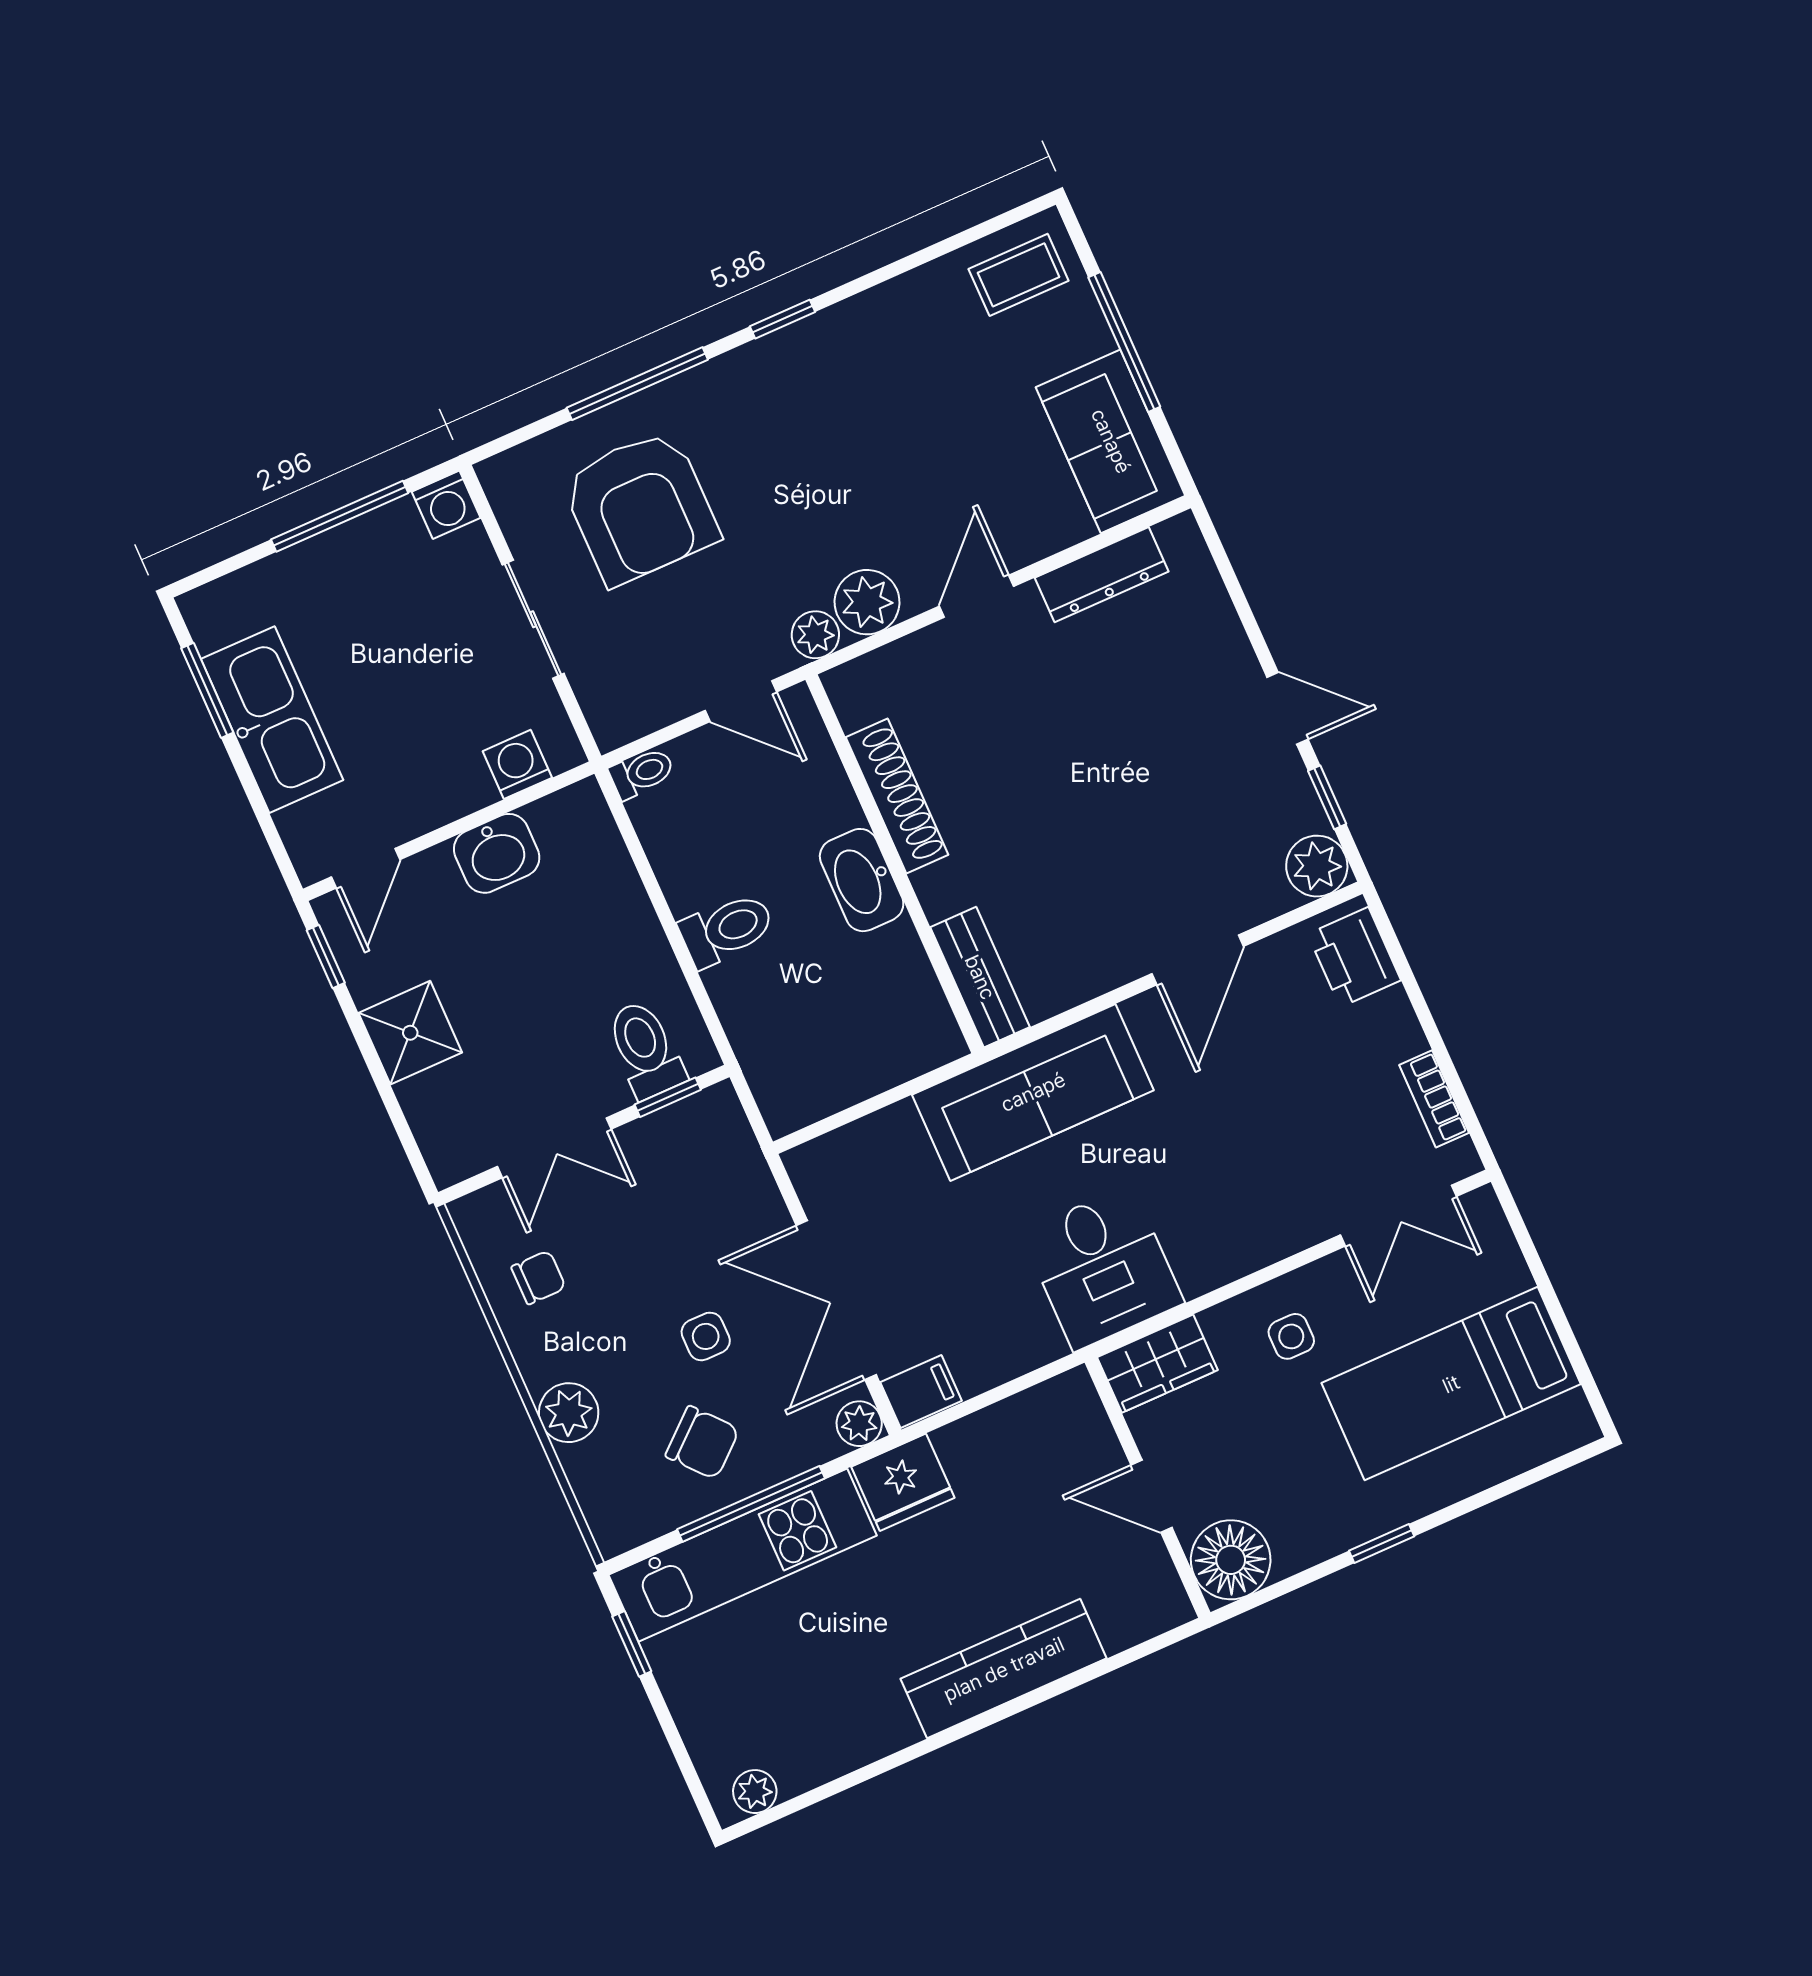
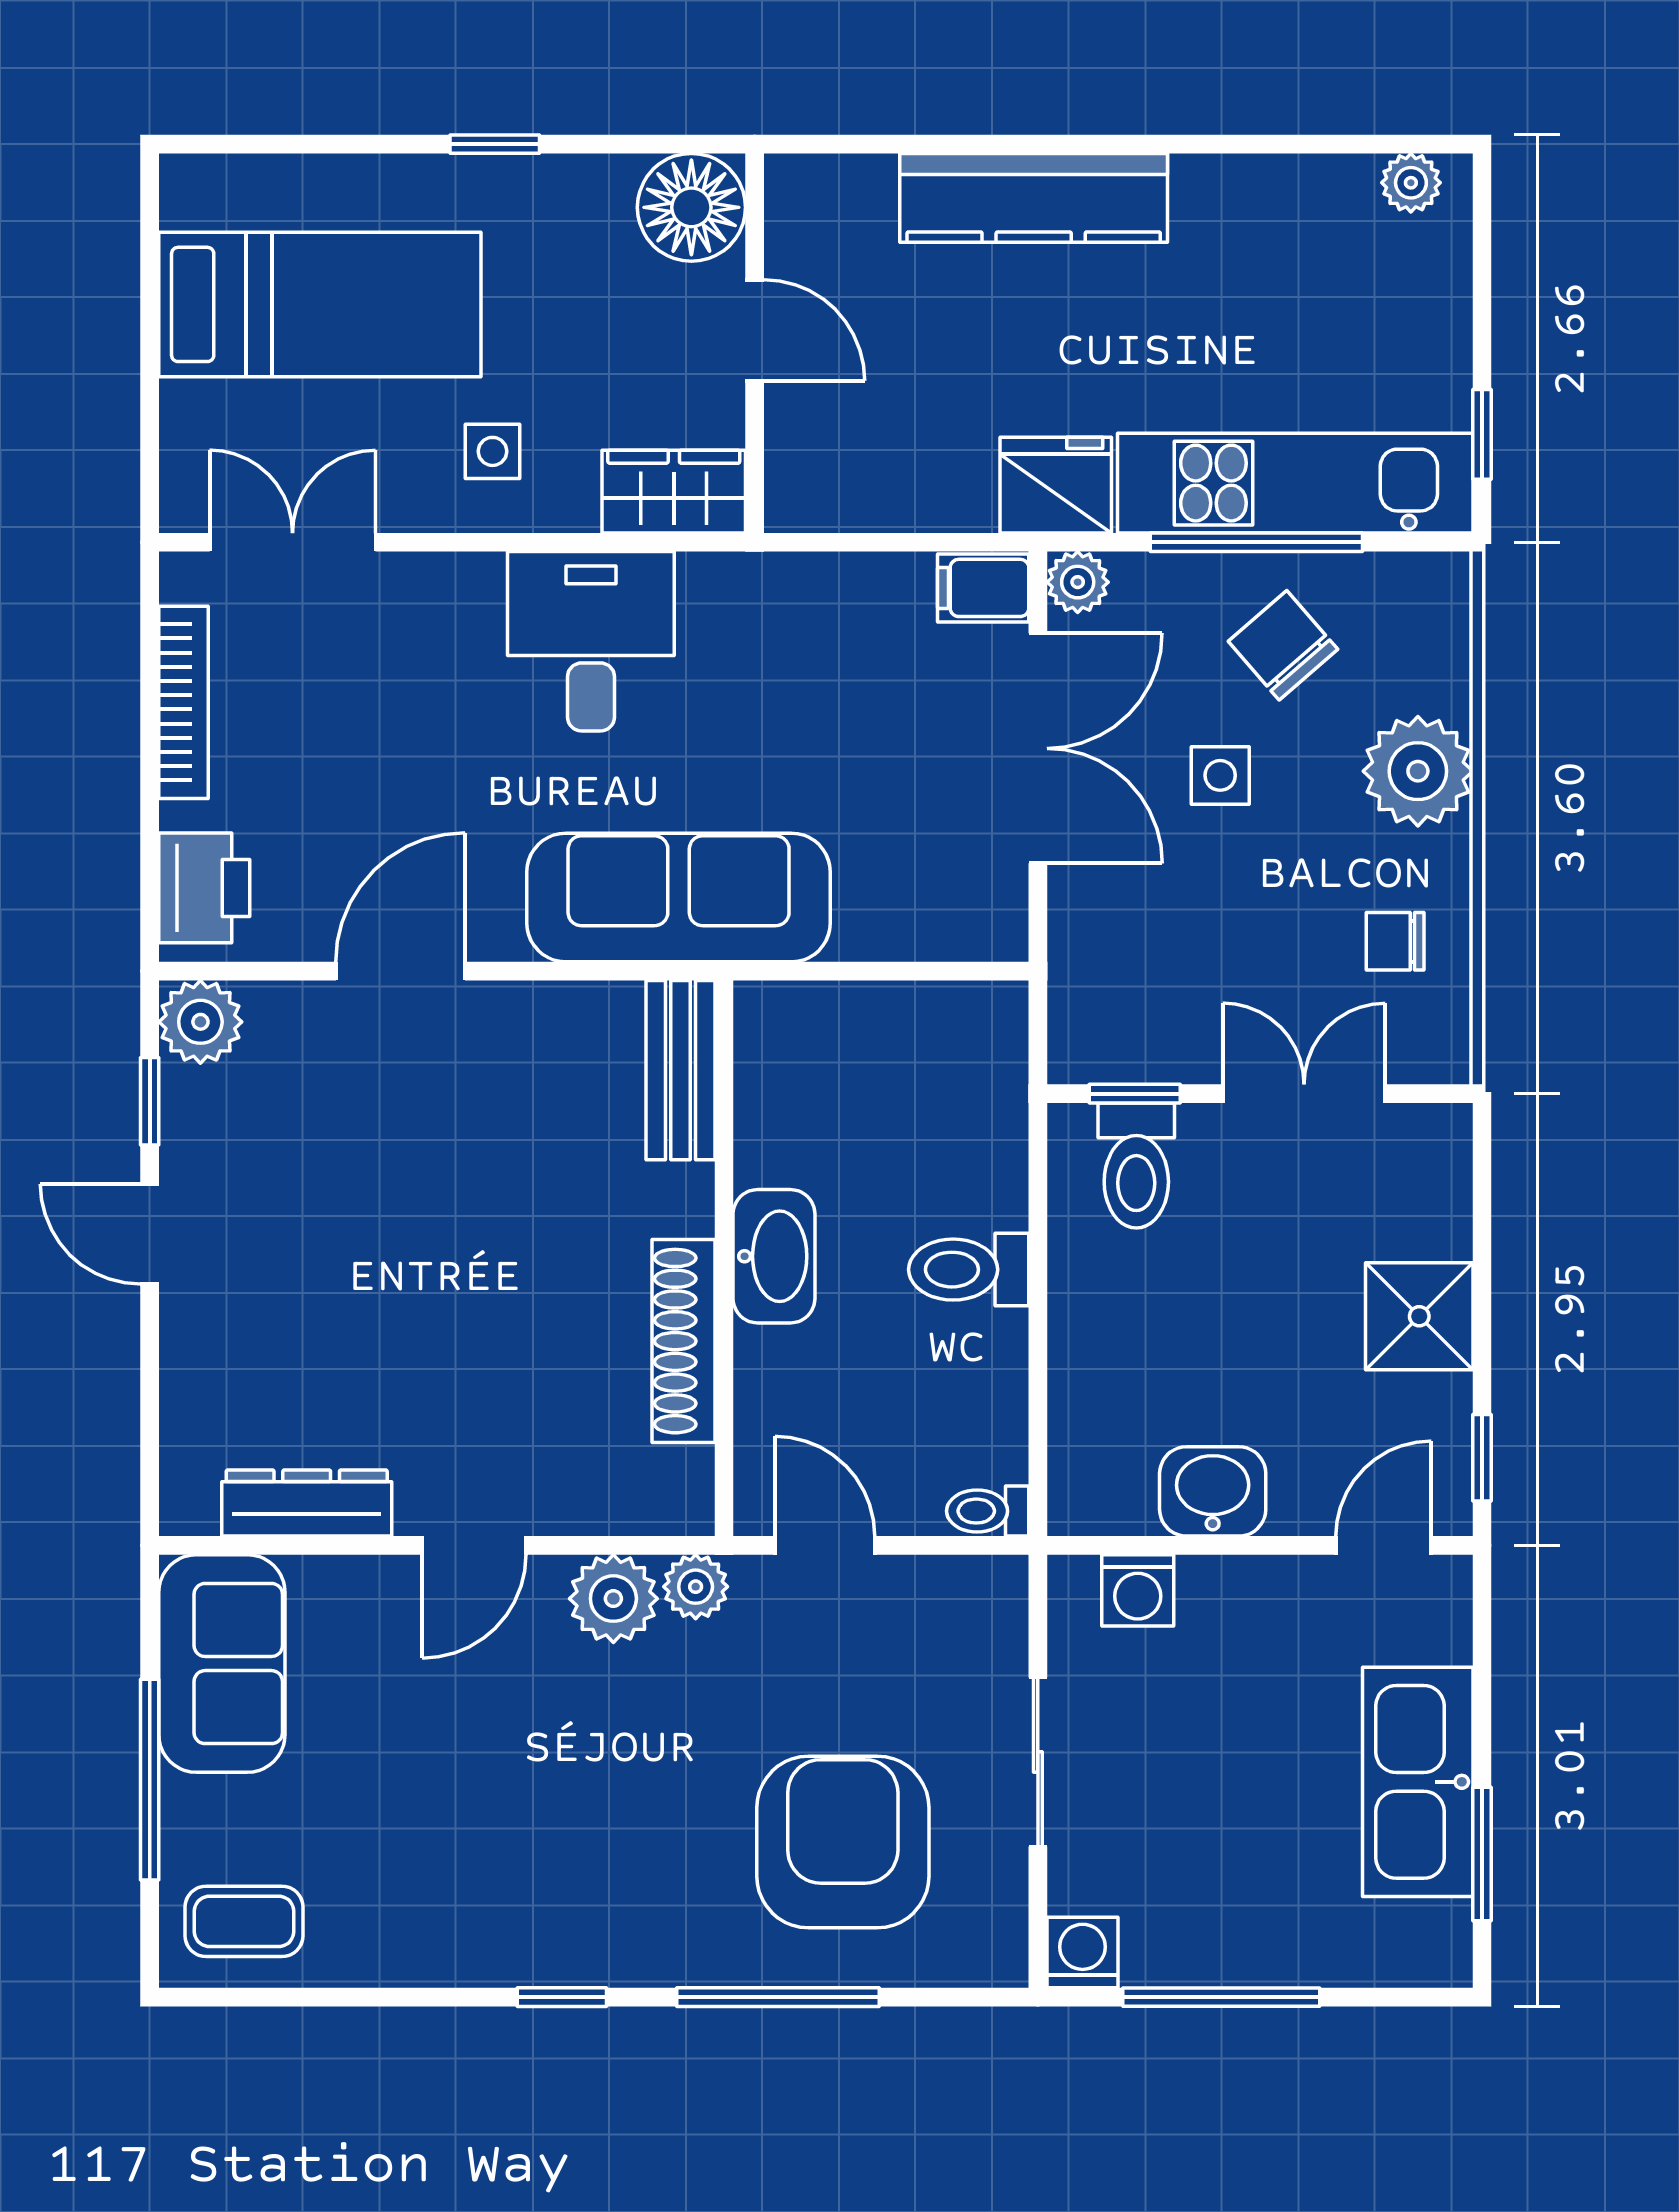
bookcase: (1434, 1099) -> (184, 702), width x1.56
desk: (1103, 1268) -> (591, 641), moved
plant: (569, 1413) -> (1418, 771), width x1.36, depth x1.36

